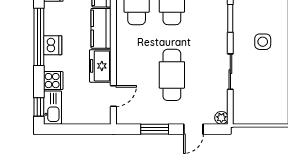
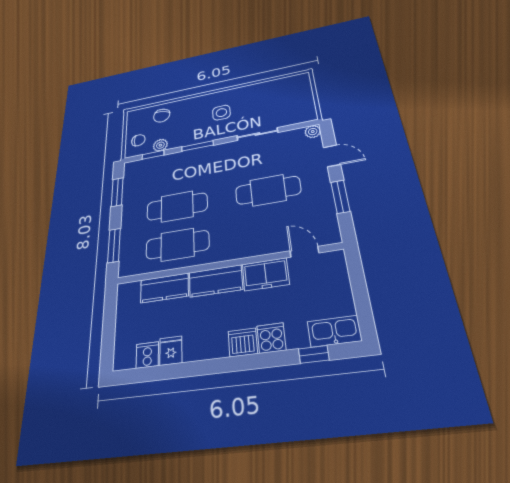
window: (39, 37) -> (232, 364), removed
cooker: (53, 81) -> (271, 338), moved
window: (39, 107) -> (314, 354), moved

